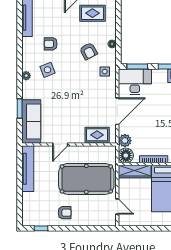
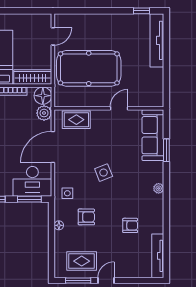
armchair: (88, 51) -> (86, 217), turned 118
side table: (48, 70) -> (104, 173), moved
tv unit: (28, 169) -> (157, 40), moved
door: (117, 207) -> (53, 36), swing flipped
armchair: (65, 213) -> (114, 29), removed

